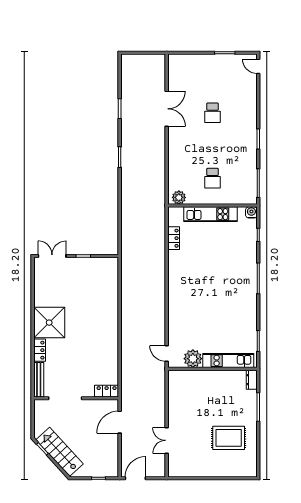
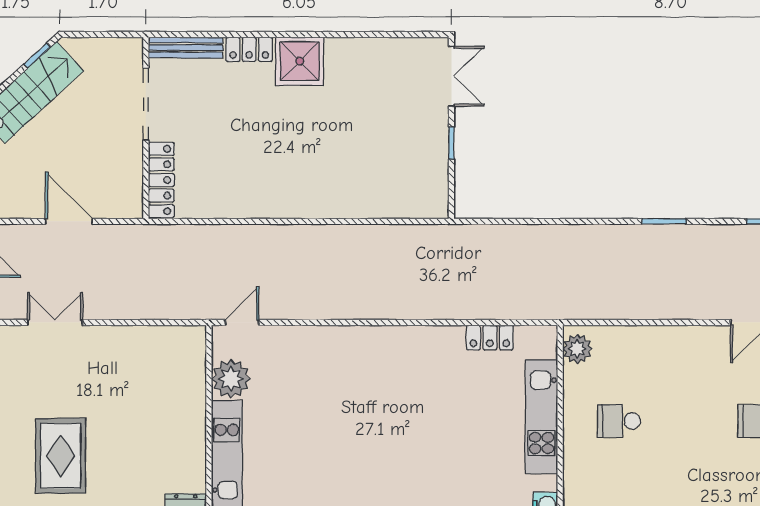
shower: (49, 323) -> (300, 61), width x0.73, depth x0.73
locker: (107, 391) -> (161, 180), width x1.53
door: (120, 422) -> (69, 221), moved

